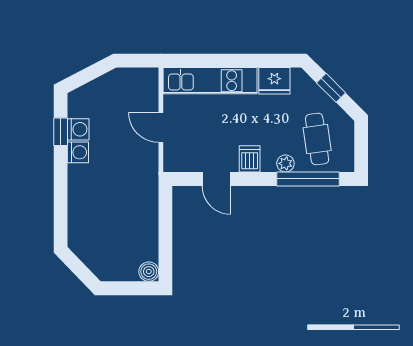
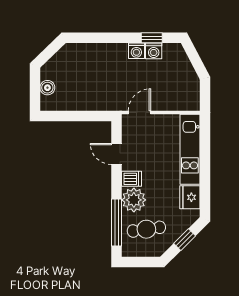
door: (161, 127) -> (140, 113), moved
plant: (285, 163) -> (134, 200), width x1.87, depth x1.87
door: (216, 179) -> (117, 154), hinge flipped
boiler: (149, 272) -> (47, 88), moved

